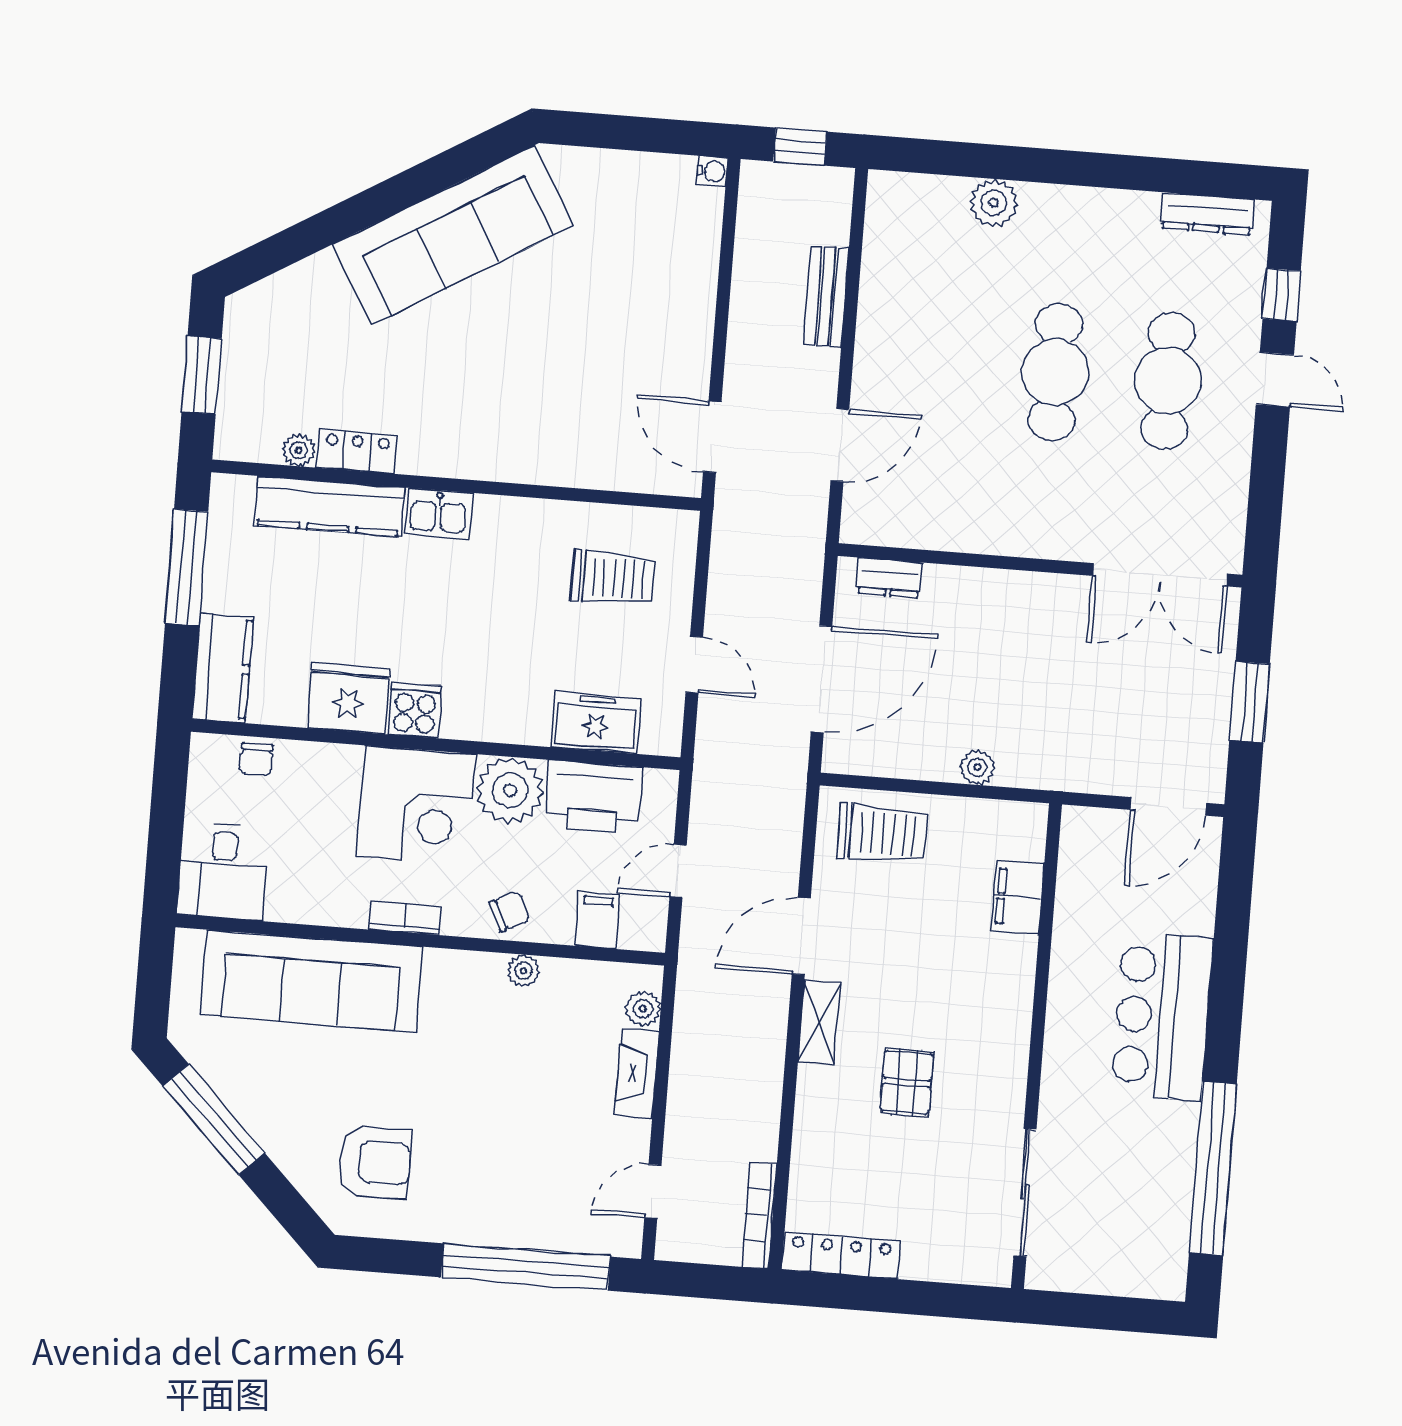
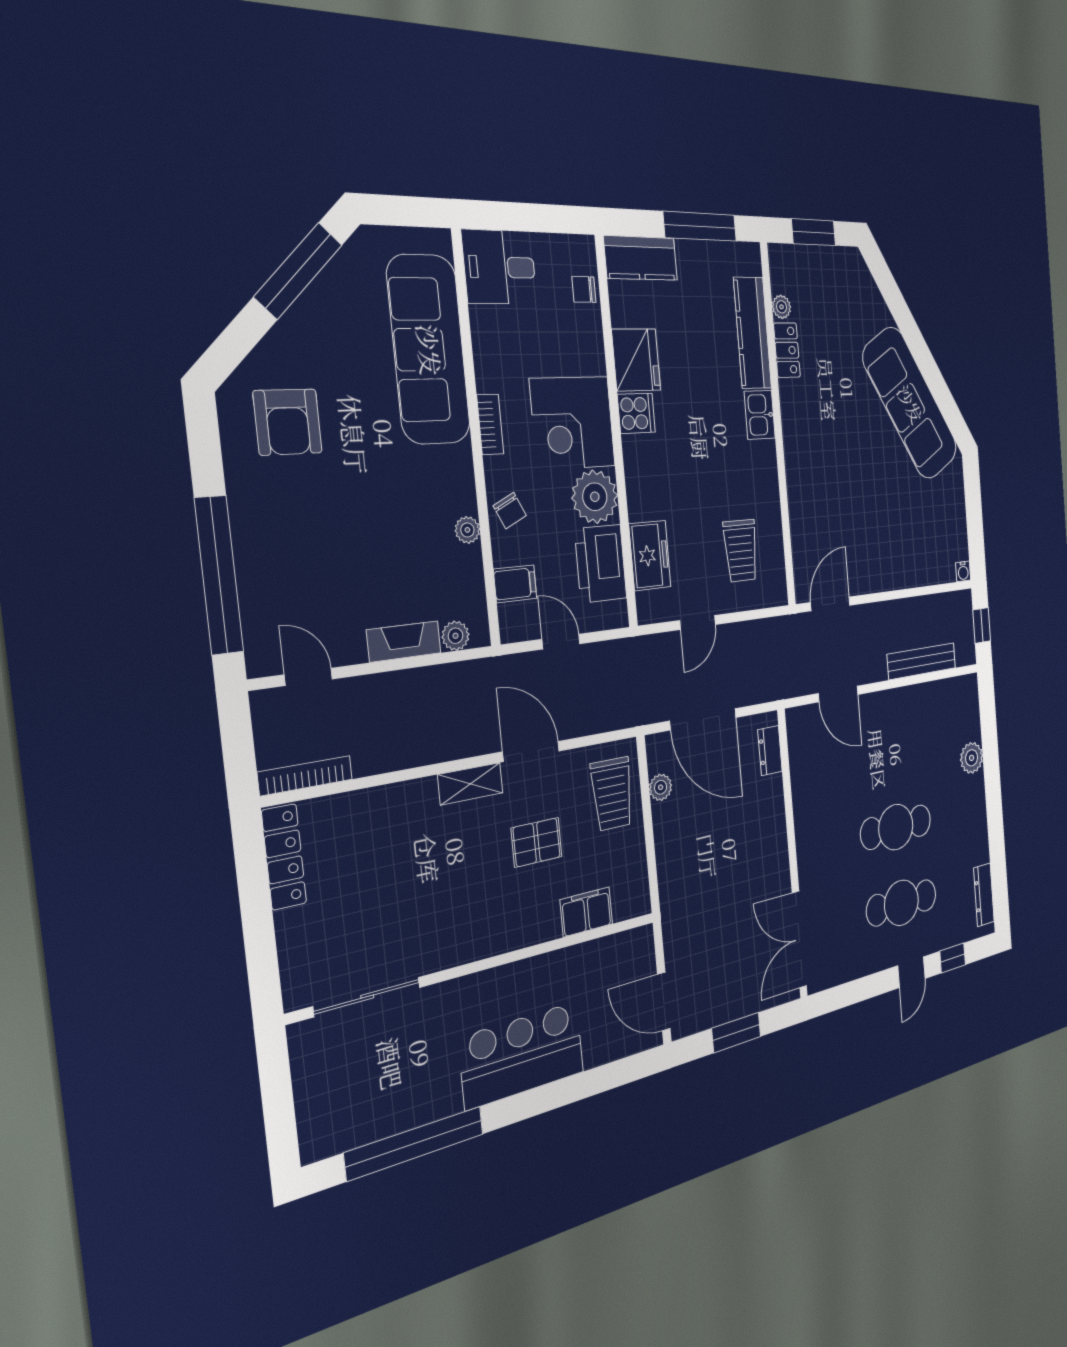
bench: (826, 297) -> (922, 661), width x1.36
plant: (977, 767) -> (661, 787), moved
pallet: (907, 1082) -> (537, 842), moved

